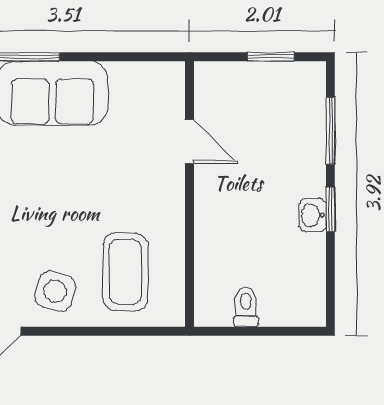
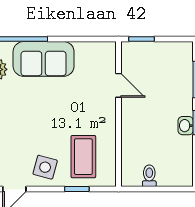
window: (271, 57) -> (141, 39), moved
window: (113, 331) -> (77, 189), added

